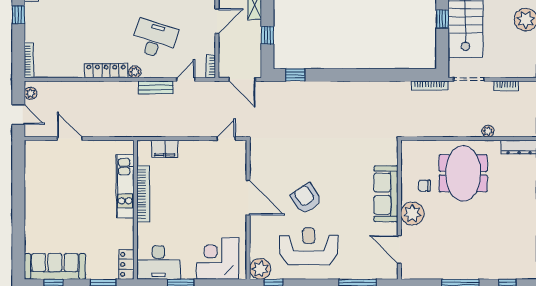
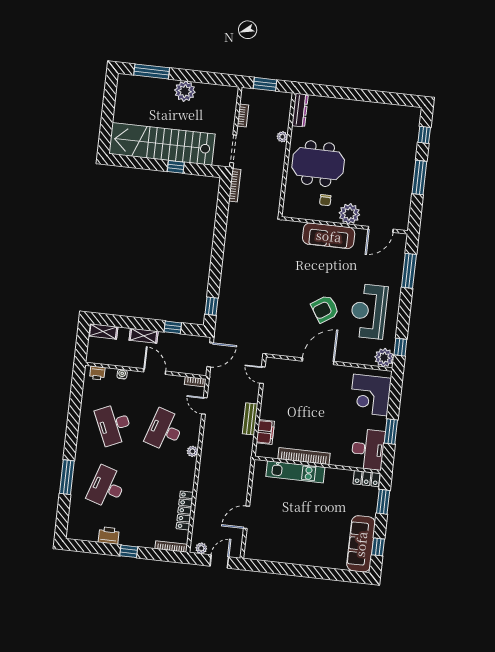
locker: (106, 71) -> (185, 511), moved
bench: (156, 87) -> (250, 419), moved

